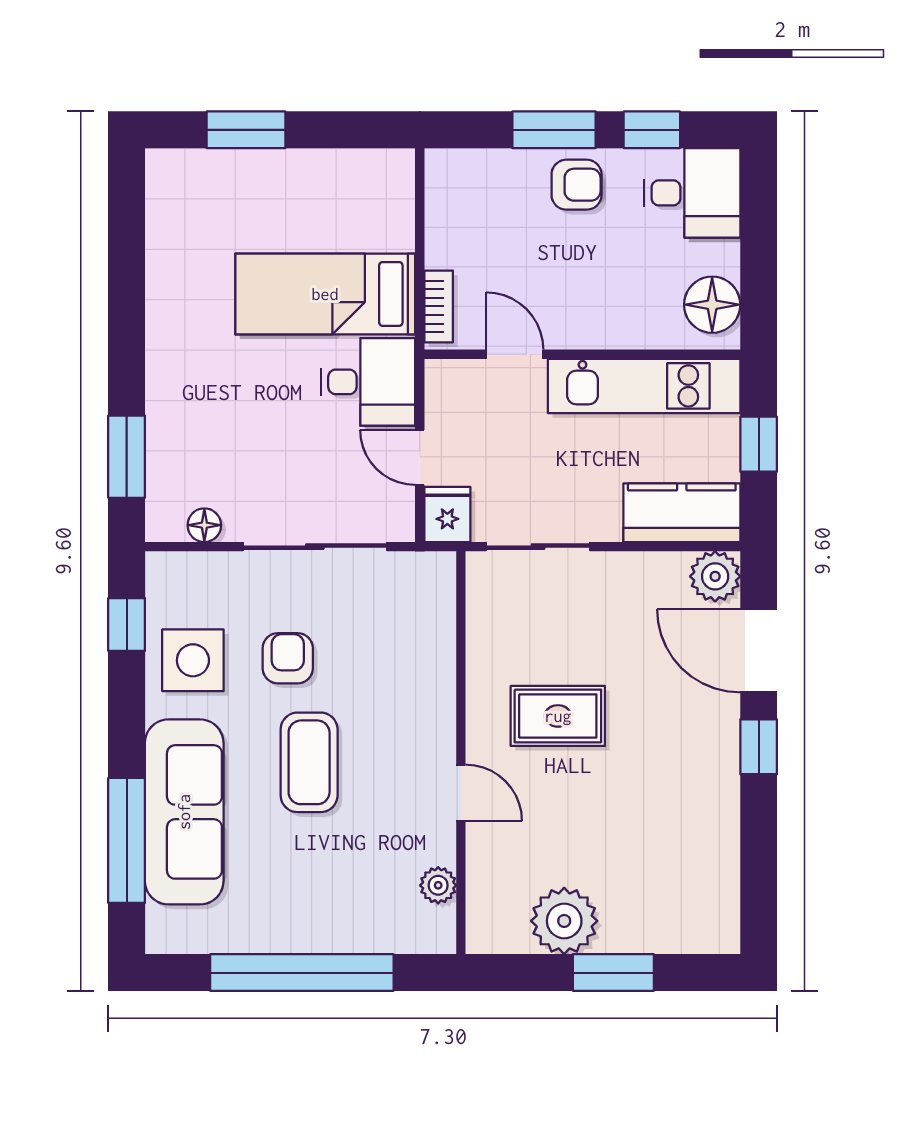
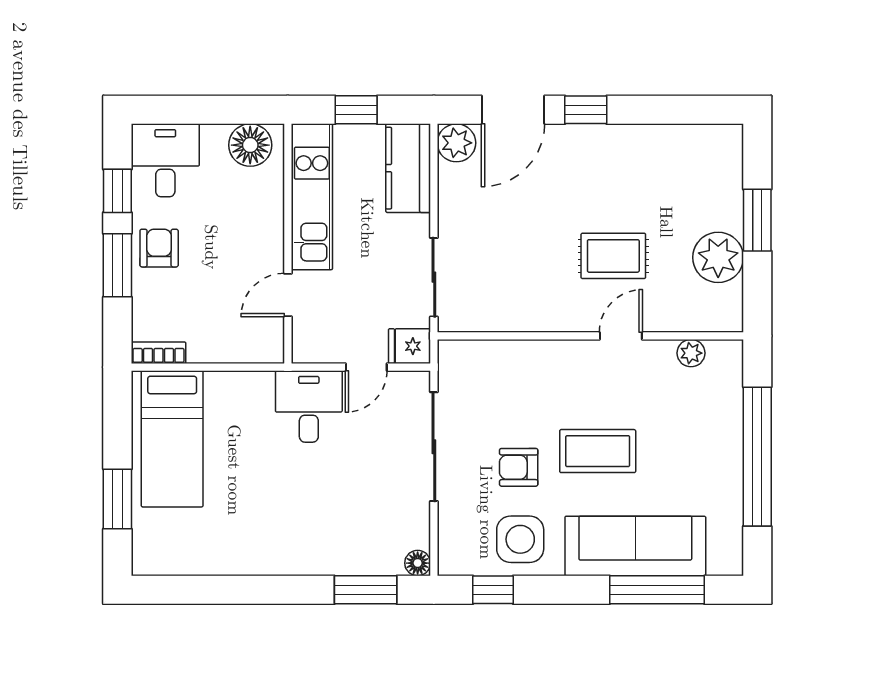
bed: (325, 294) -> (172, 439), moved
bookcase: (439, 306) -> (159, 353), moved
floor lamp: (204, 525) -> (418, 563), moved
rug: (558, 716) -> (613, 256), moved, turned 90

